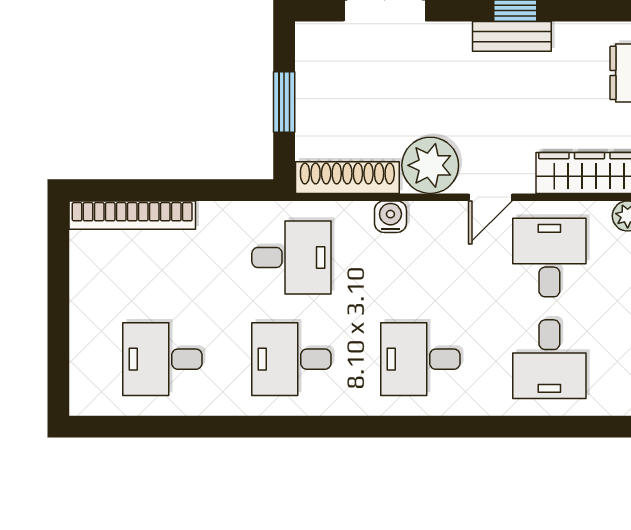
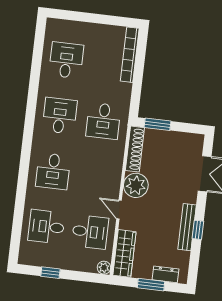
bench: (512, 36) -> (187, 227), width x1.36
window: (284, 102) -> (158, 124), moved
water cooler: (390, 217) -> (116, 166), removed
desk: (420, 359) -> (53, 171), turned 180

